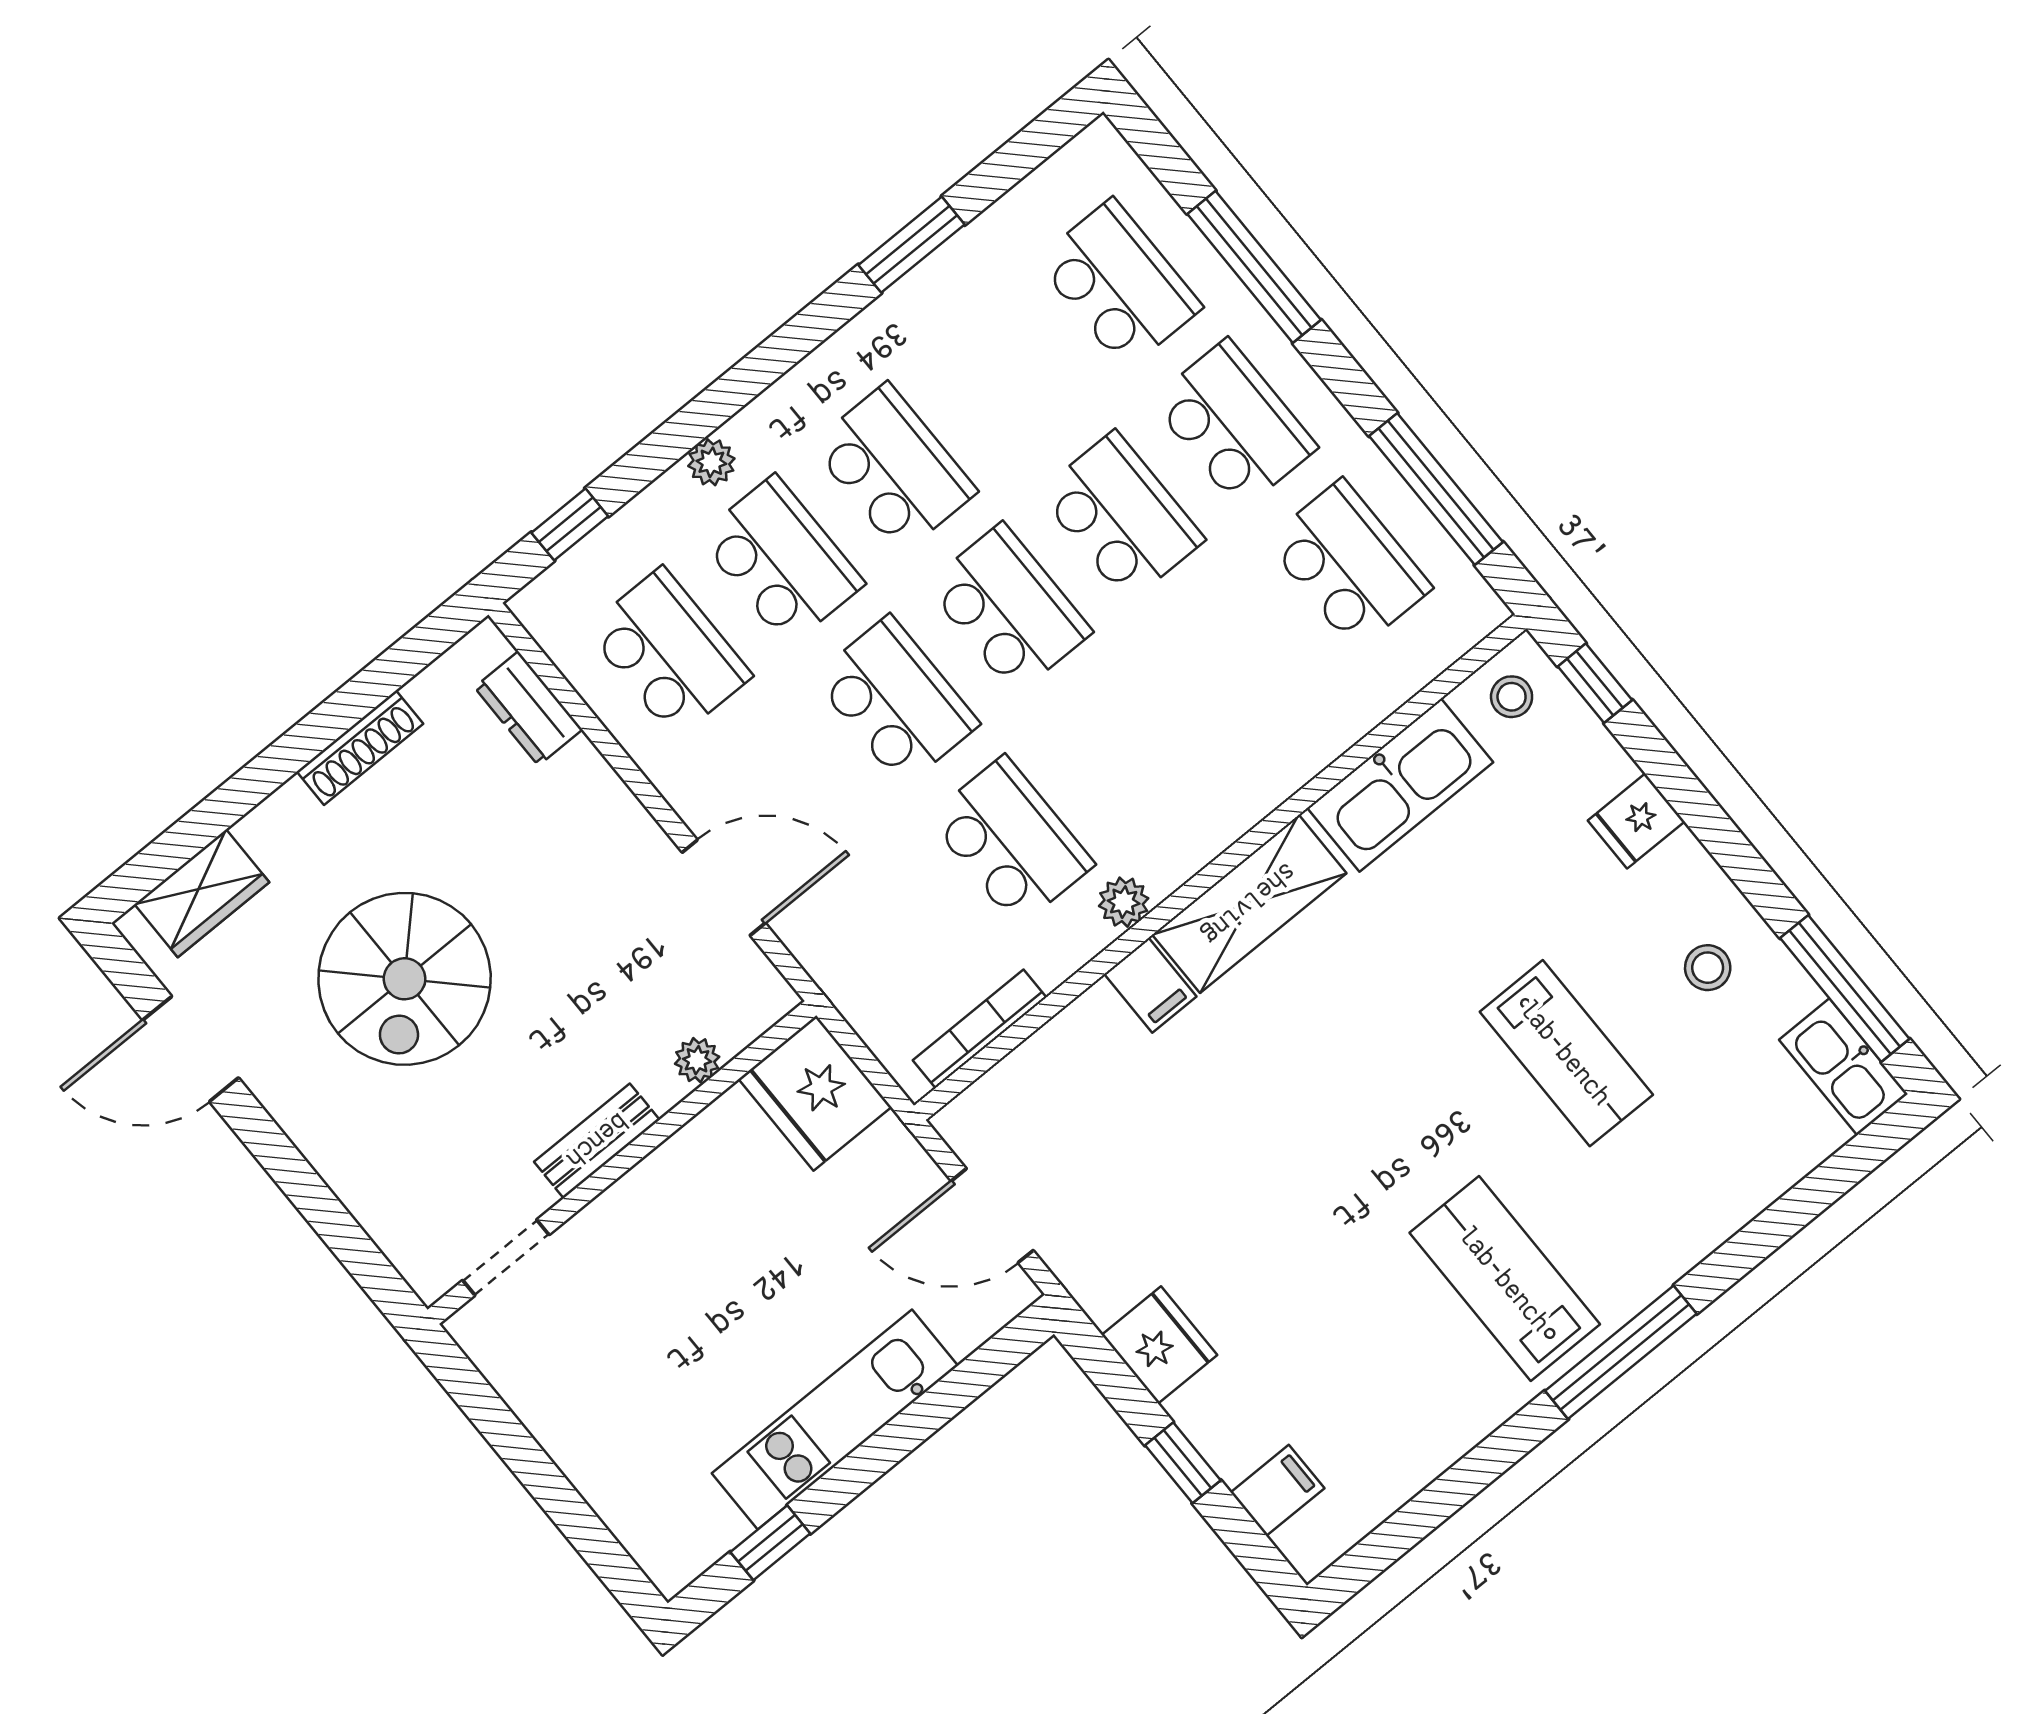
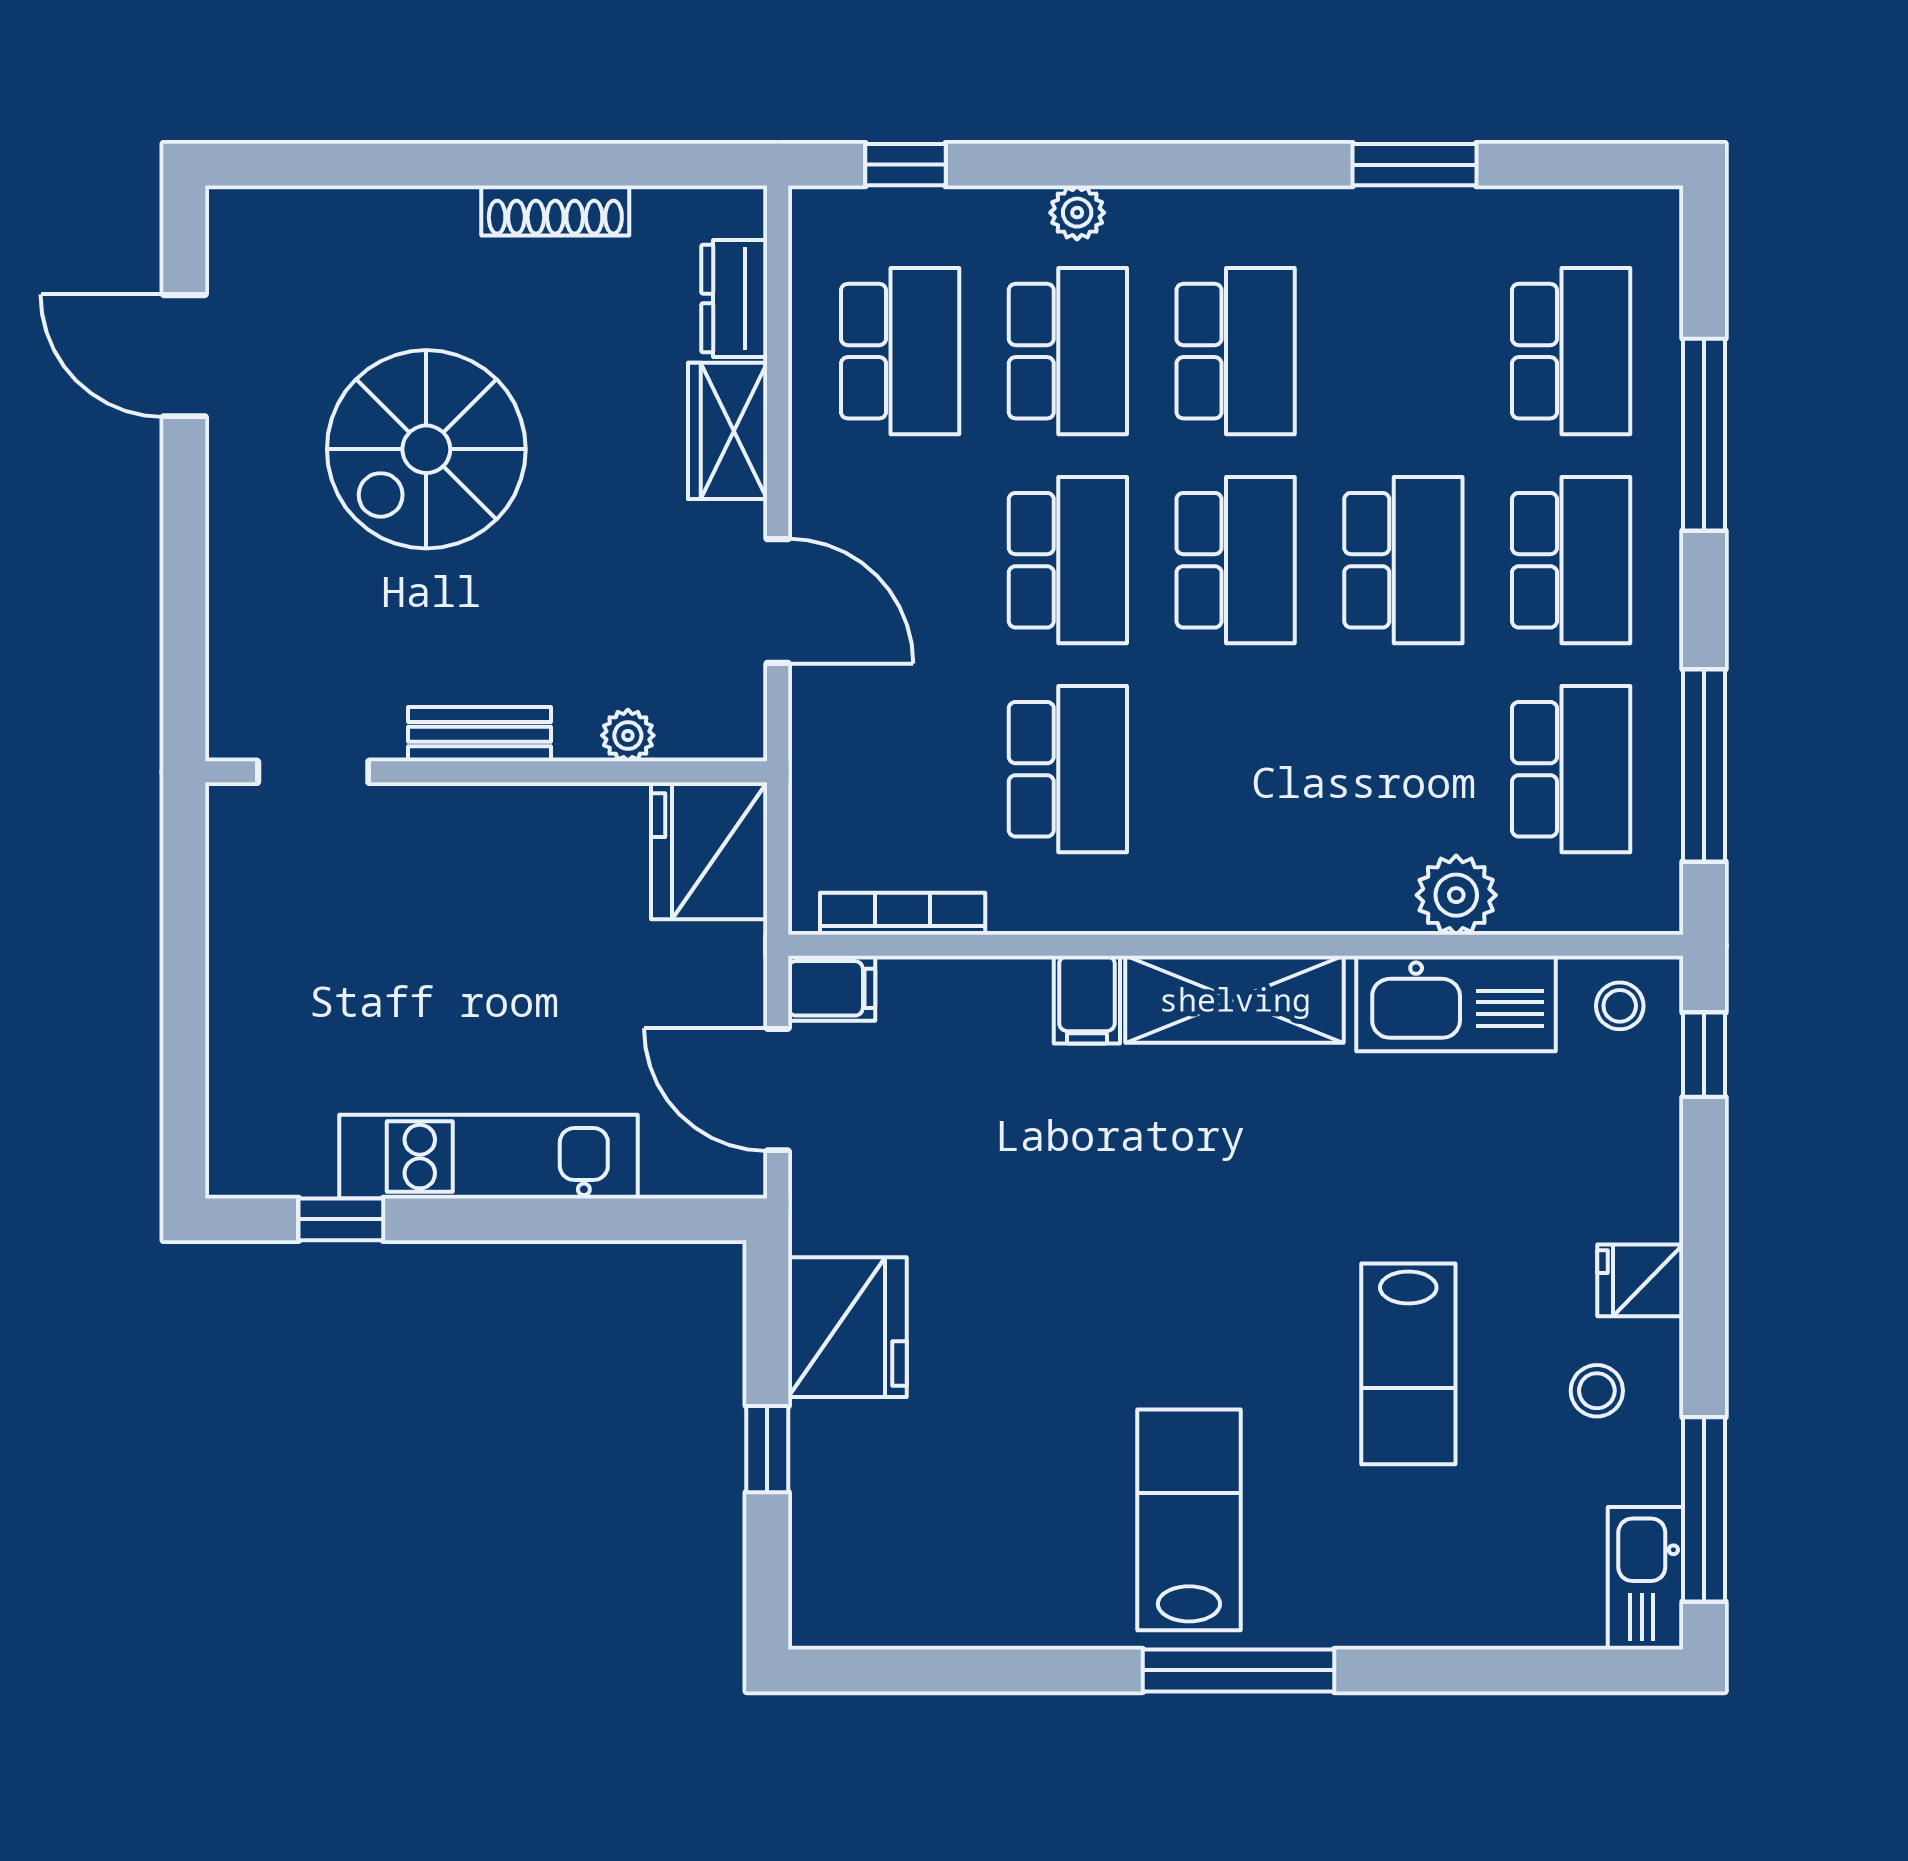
fridge: (1636, 821) -> (1640, 1280), moved
wardrobe: (202, 893) -> (728, 431), moved, turned 90
plant: (1124, 902) -> (1456, 895), moved, width x1.38, depth x1.38
fridge: (1159, 1345) -> (847, 1327), width x1.36, depth x1.34
filing cabinet: (1277, 1490) -> (832, 988), moved

